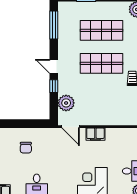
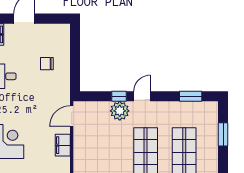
window: (54, 25) -> (191, 96), width x0.69
plant: (66, 103) -> (120, 111), moved

